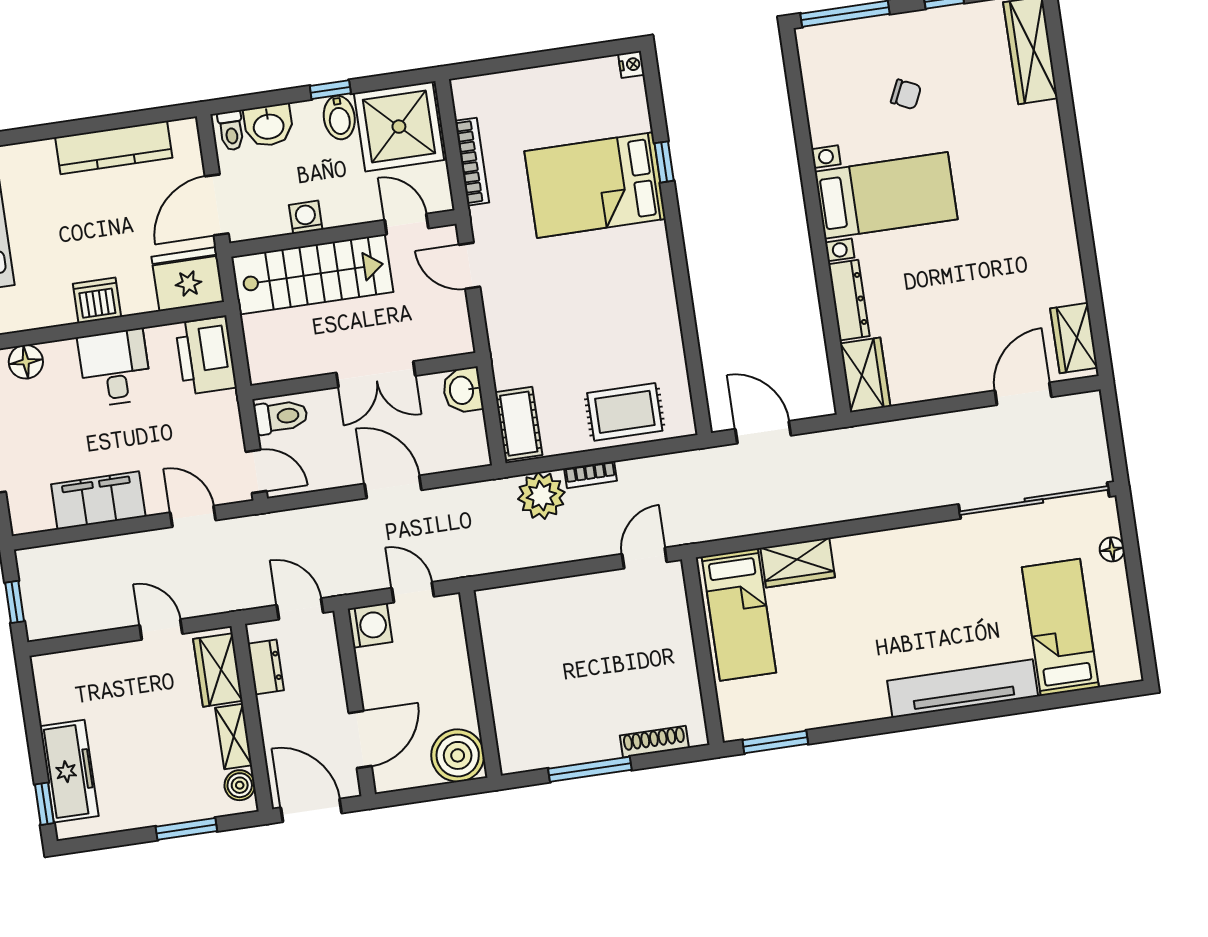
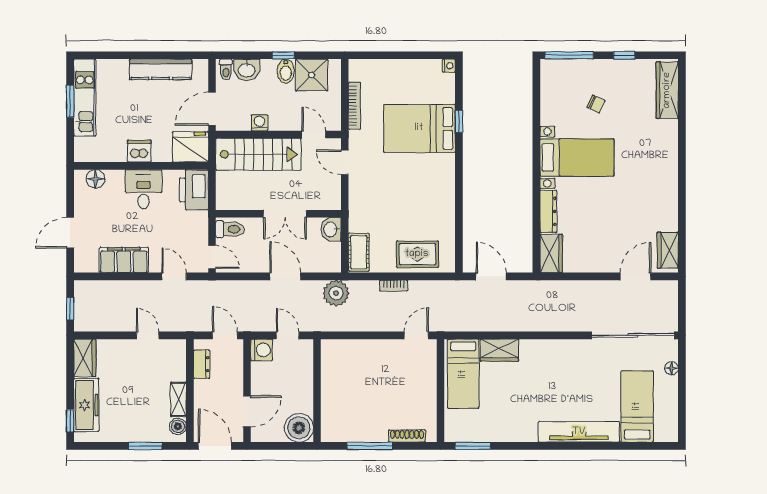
shower: (399, 127) -> (312, 75), width x0.73, depth x0.73
plant: (541, 496) -> (336, 293), moved
wardrobe: (218, 670) -> (85, 358), moved, turned 180

